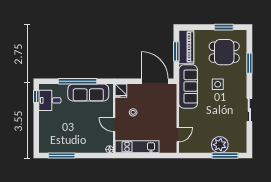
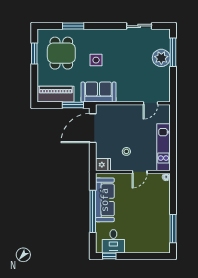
window: (176, 51) -> (73, 105), moved
sofa: (188, 87) -> (98, 92), width x0.73
sliding door: (249, 110) -> (139, 26), moved
door: (178, 135) -> (151, 103), swing flipped

